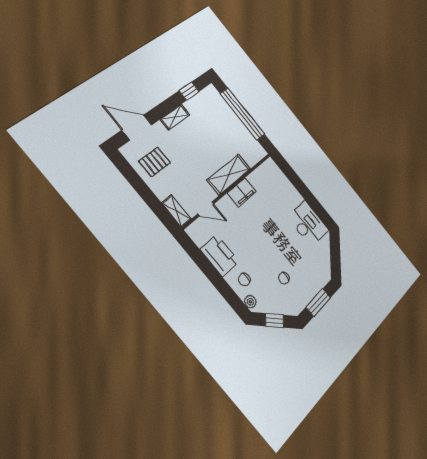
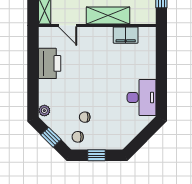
filing cabinet: (242, 192) -> (126, 35), moved
chair: (244, 279) -> (78, 137), moved
window: (318, 302) -> (96, 155), width x0.67

